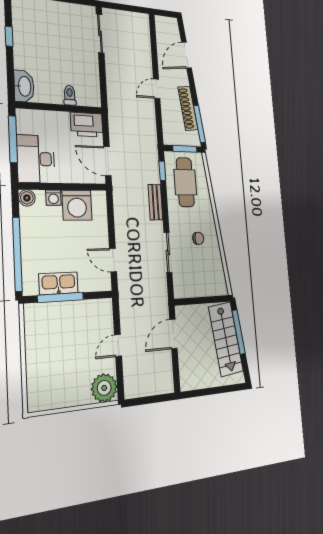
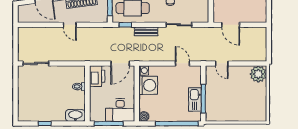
washing machine: (53, 198) -> (144, 71), moved
door: (113, 260) -> (182, 63), swing flipped
door: (118, 346) -> (222, 63), moved

